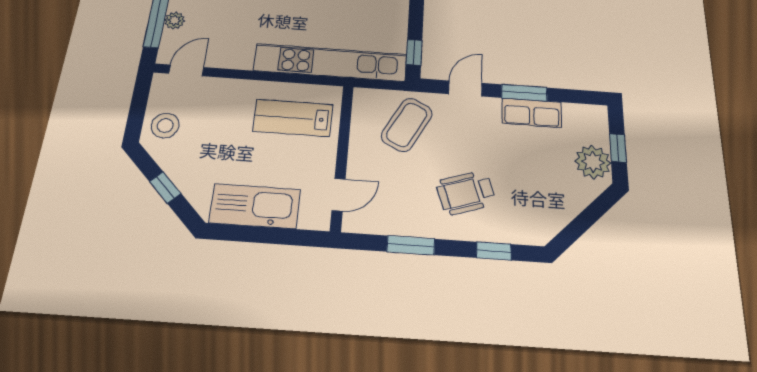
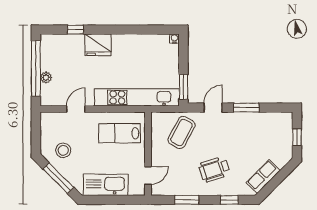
window: (414, 52) -> (183, 87), width x1.50
door: (186, 70) -> (76, 109), moved
row of seats: (532, 113) -> (263, 177), moved, turned 135
stool: (165, 126) -> (63, 150), moved
plant: (593, 162) -> (283, 147), removed
window: (165, 188) -> (58, 178), width x2.17

